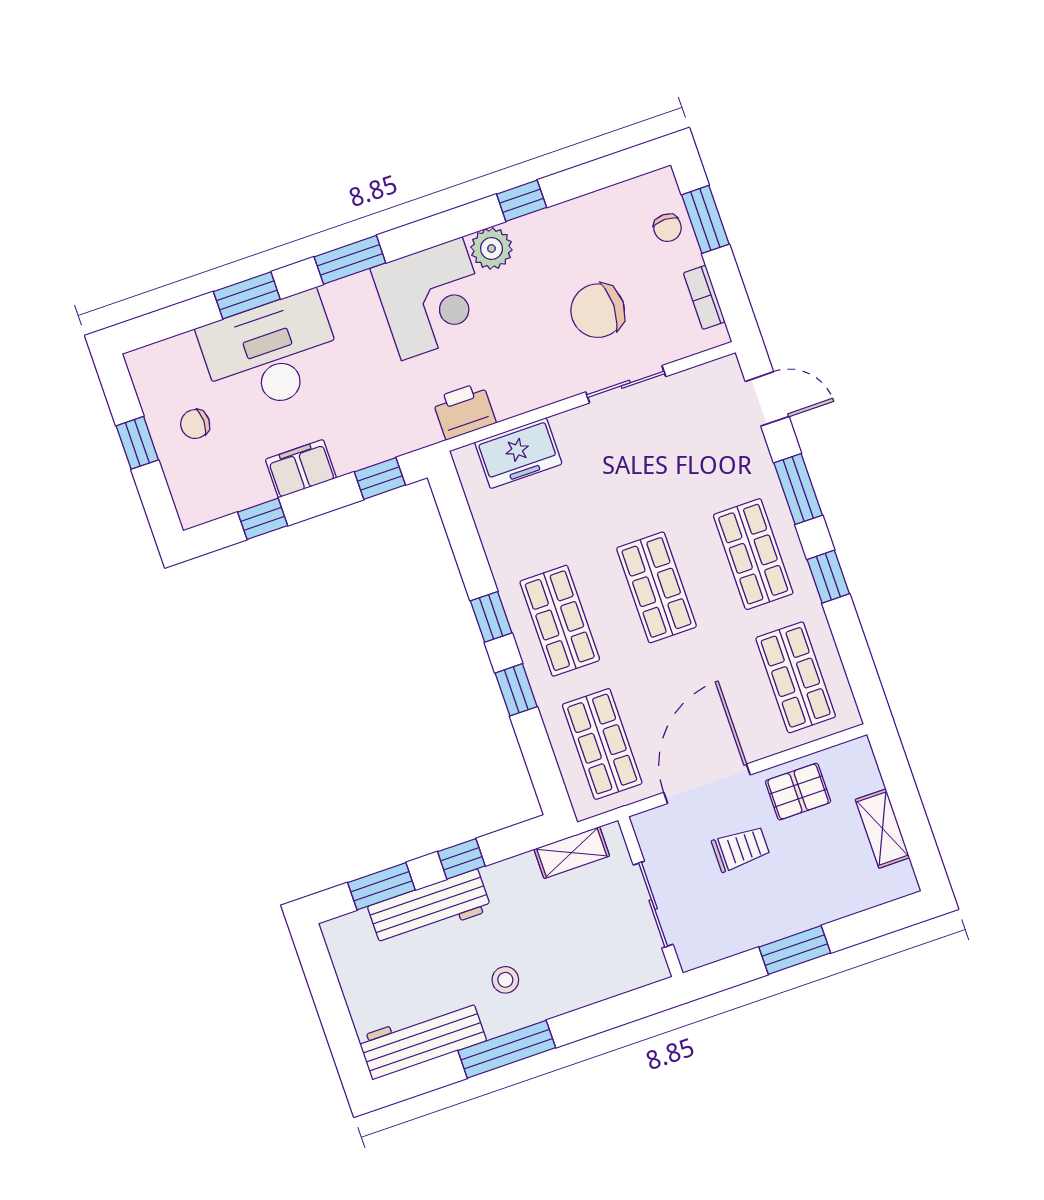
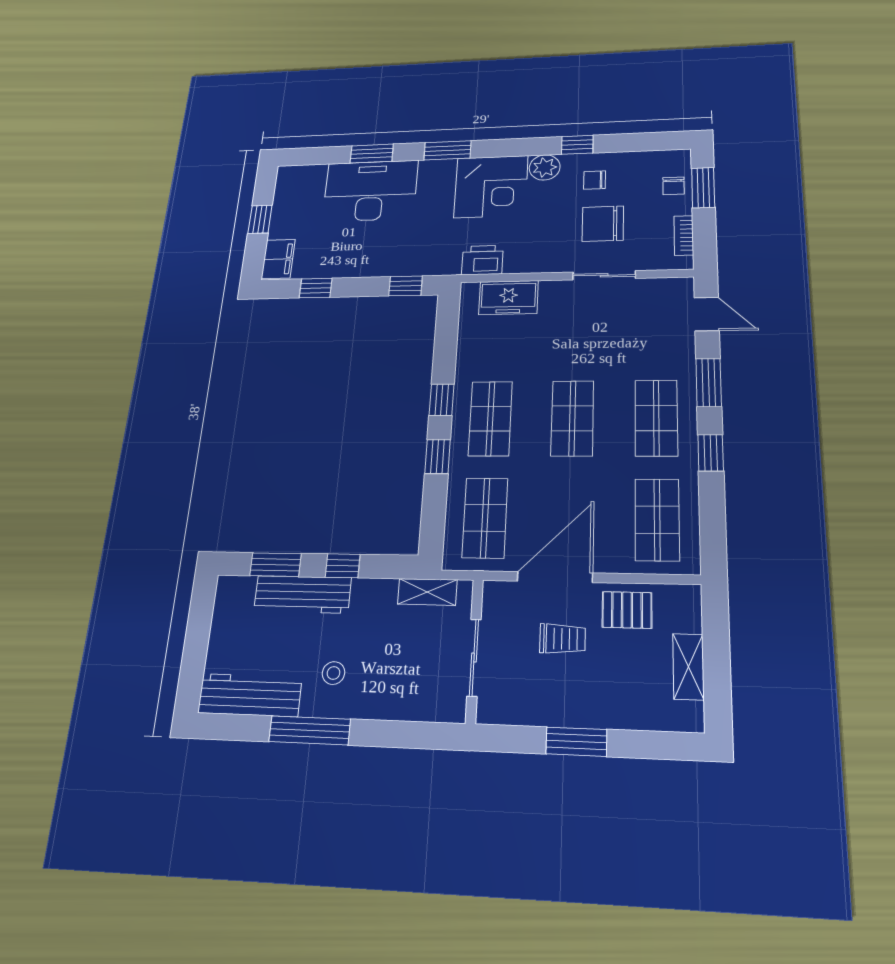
chair: (195, 424) -> (595, 180), moved
filing cabinet: (301, 469) -> (278, 259), moved, turned 90

